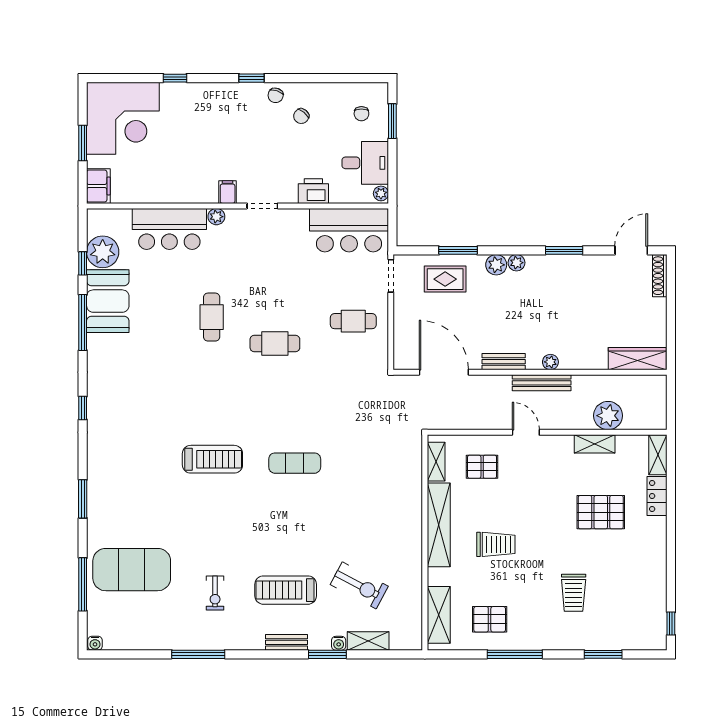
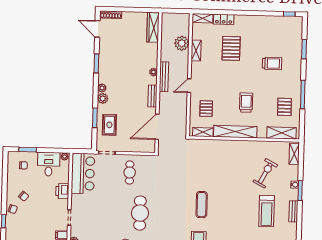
cafe table: (275, 343) -> (140, 213), width x1.37, depth x1.35
shelving: (368, 641) -> (294, 154), moved

